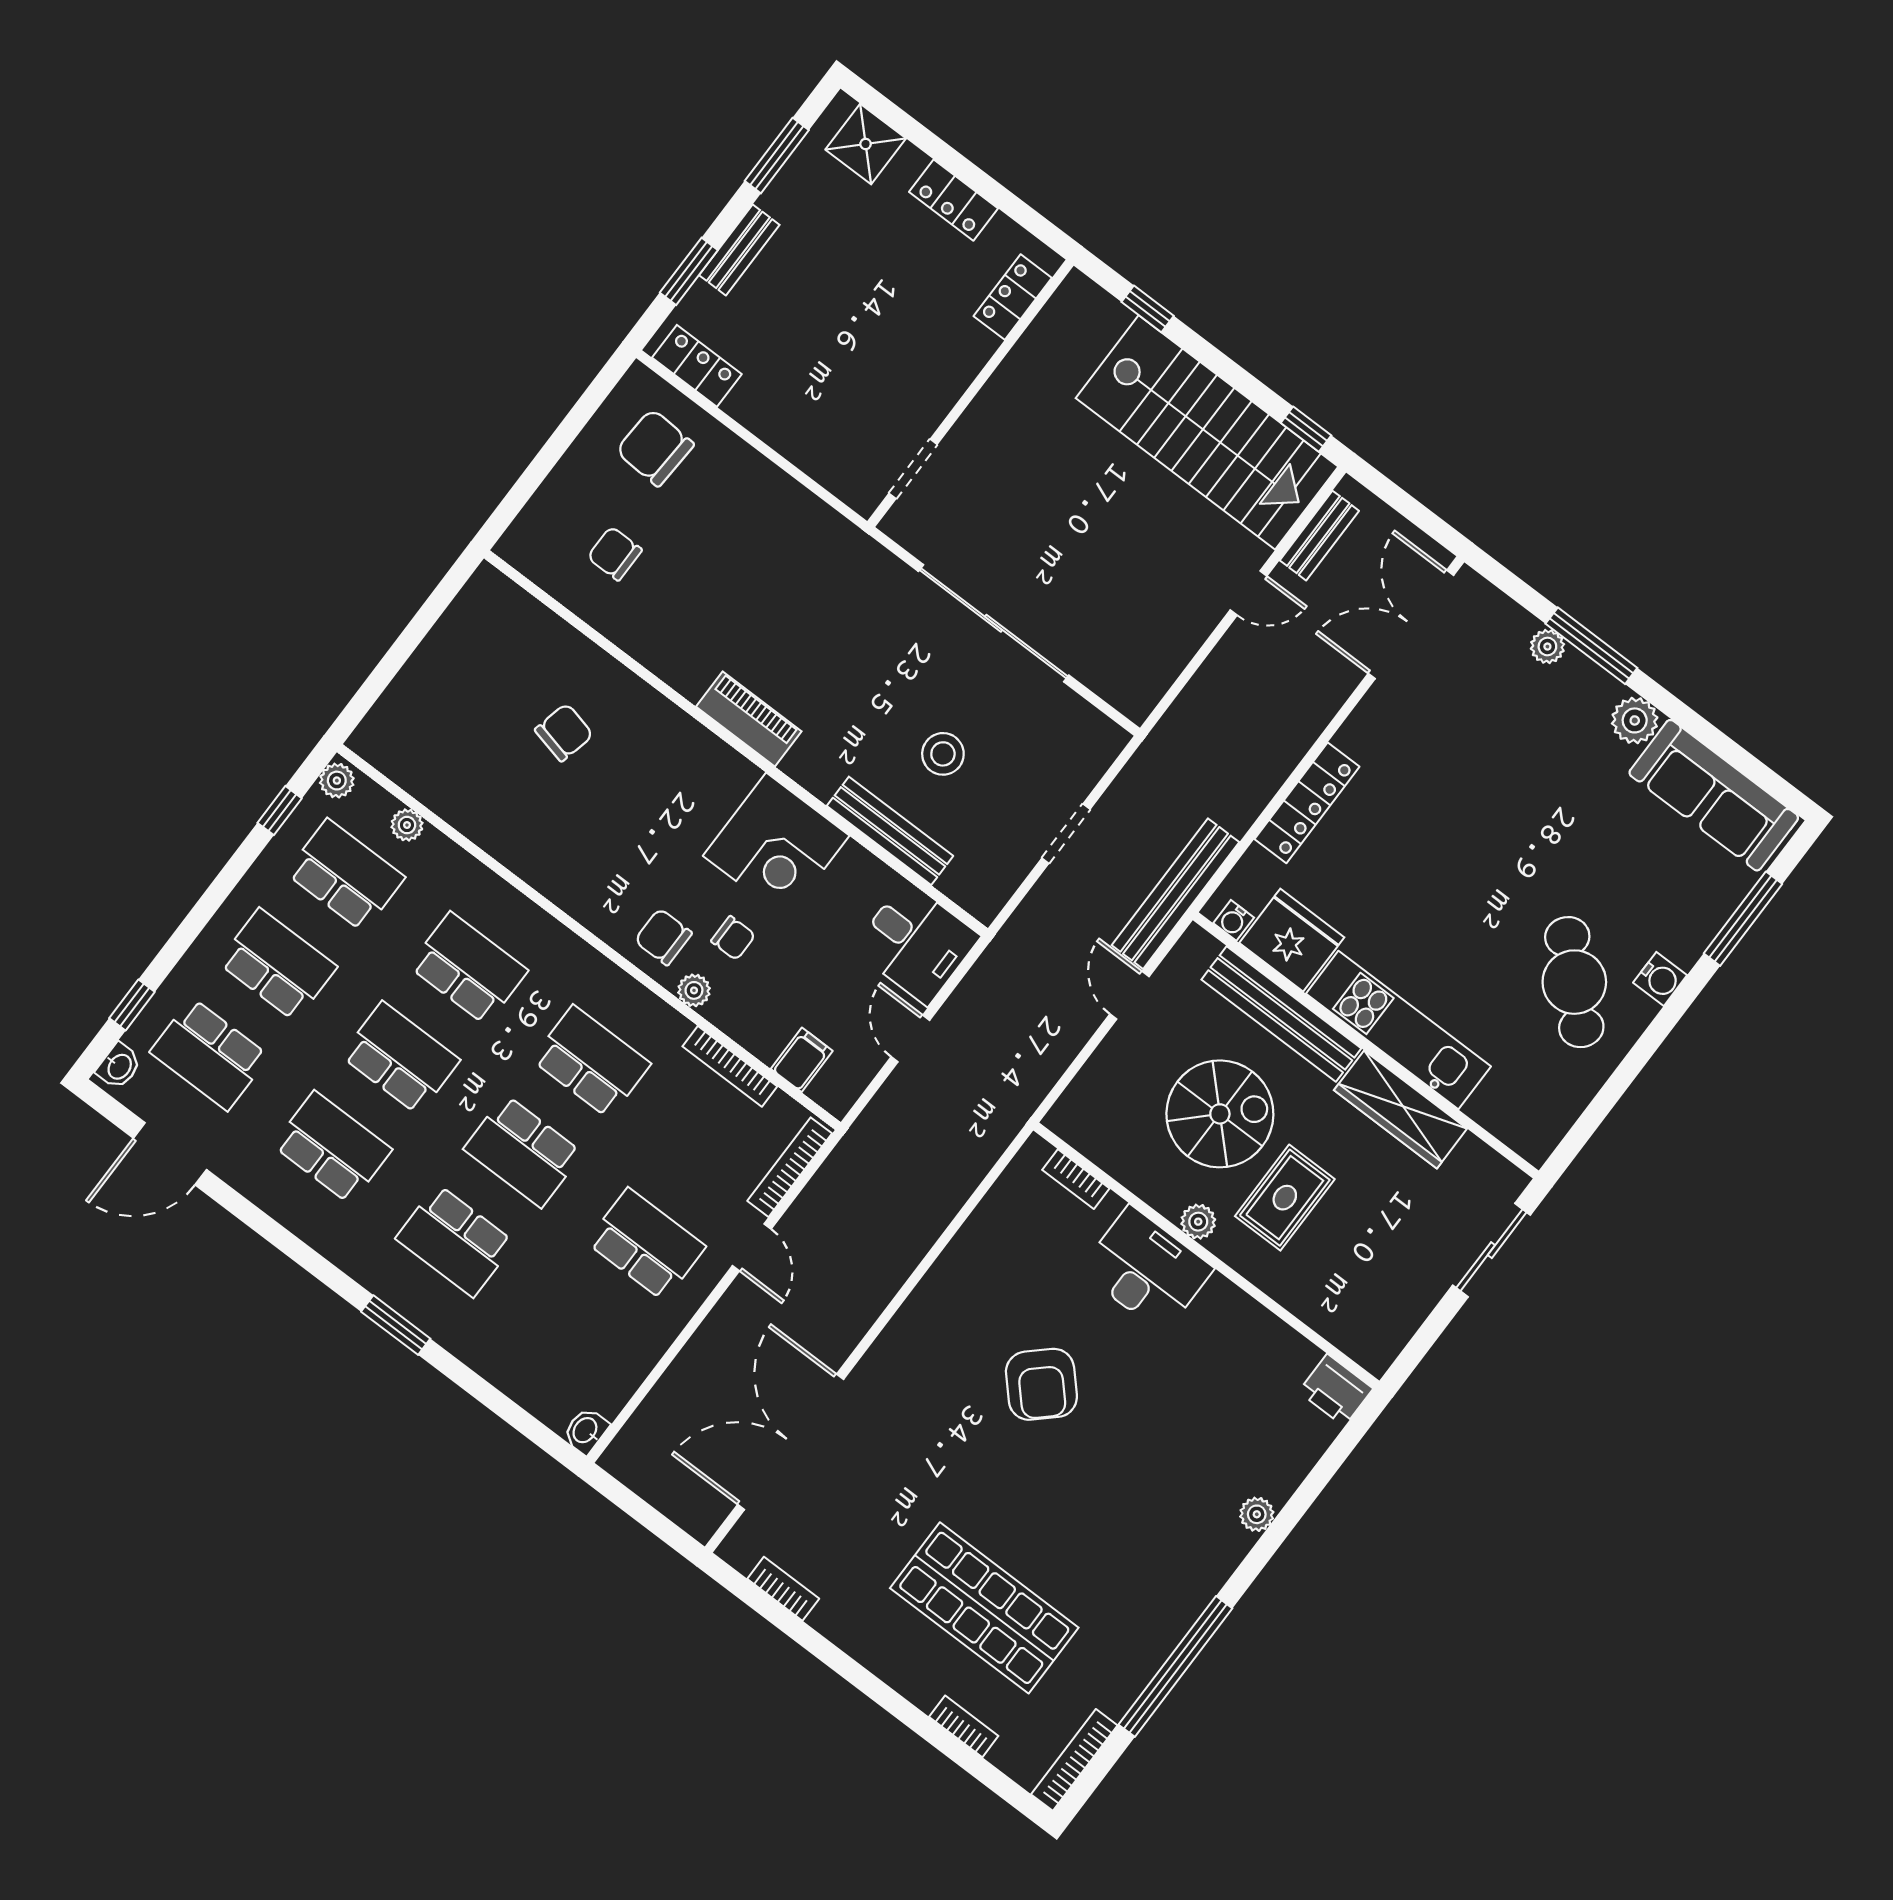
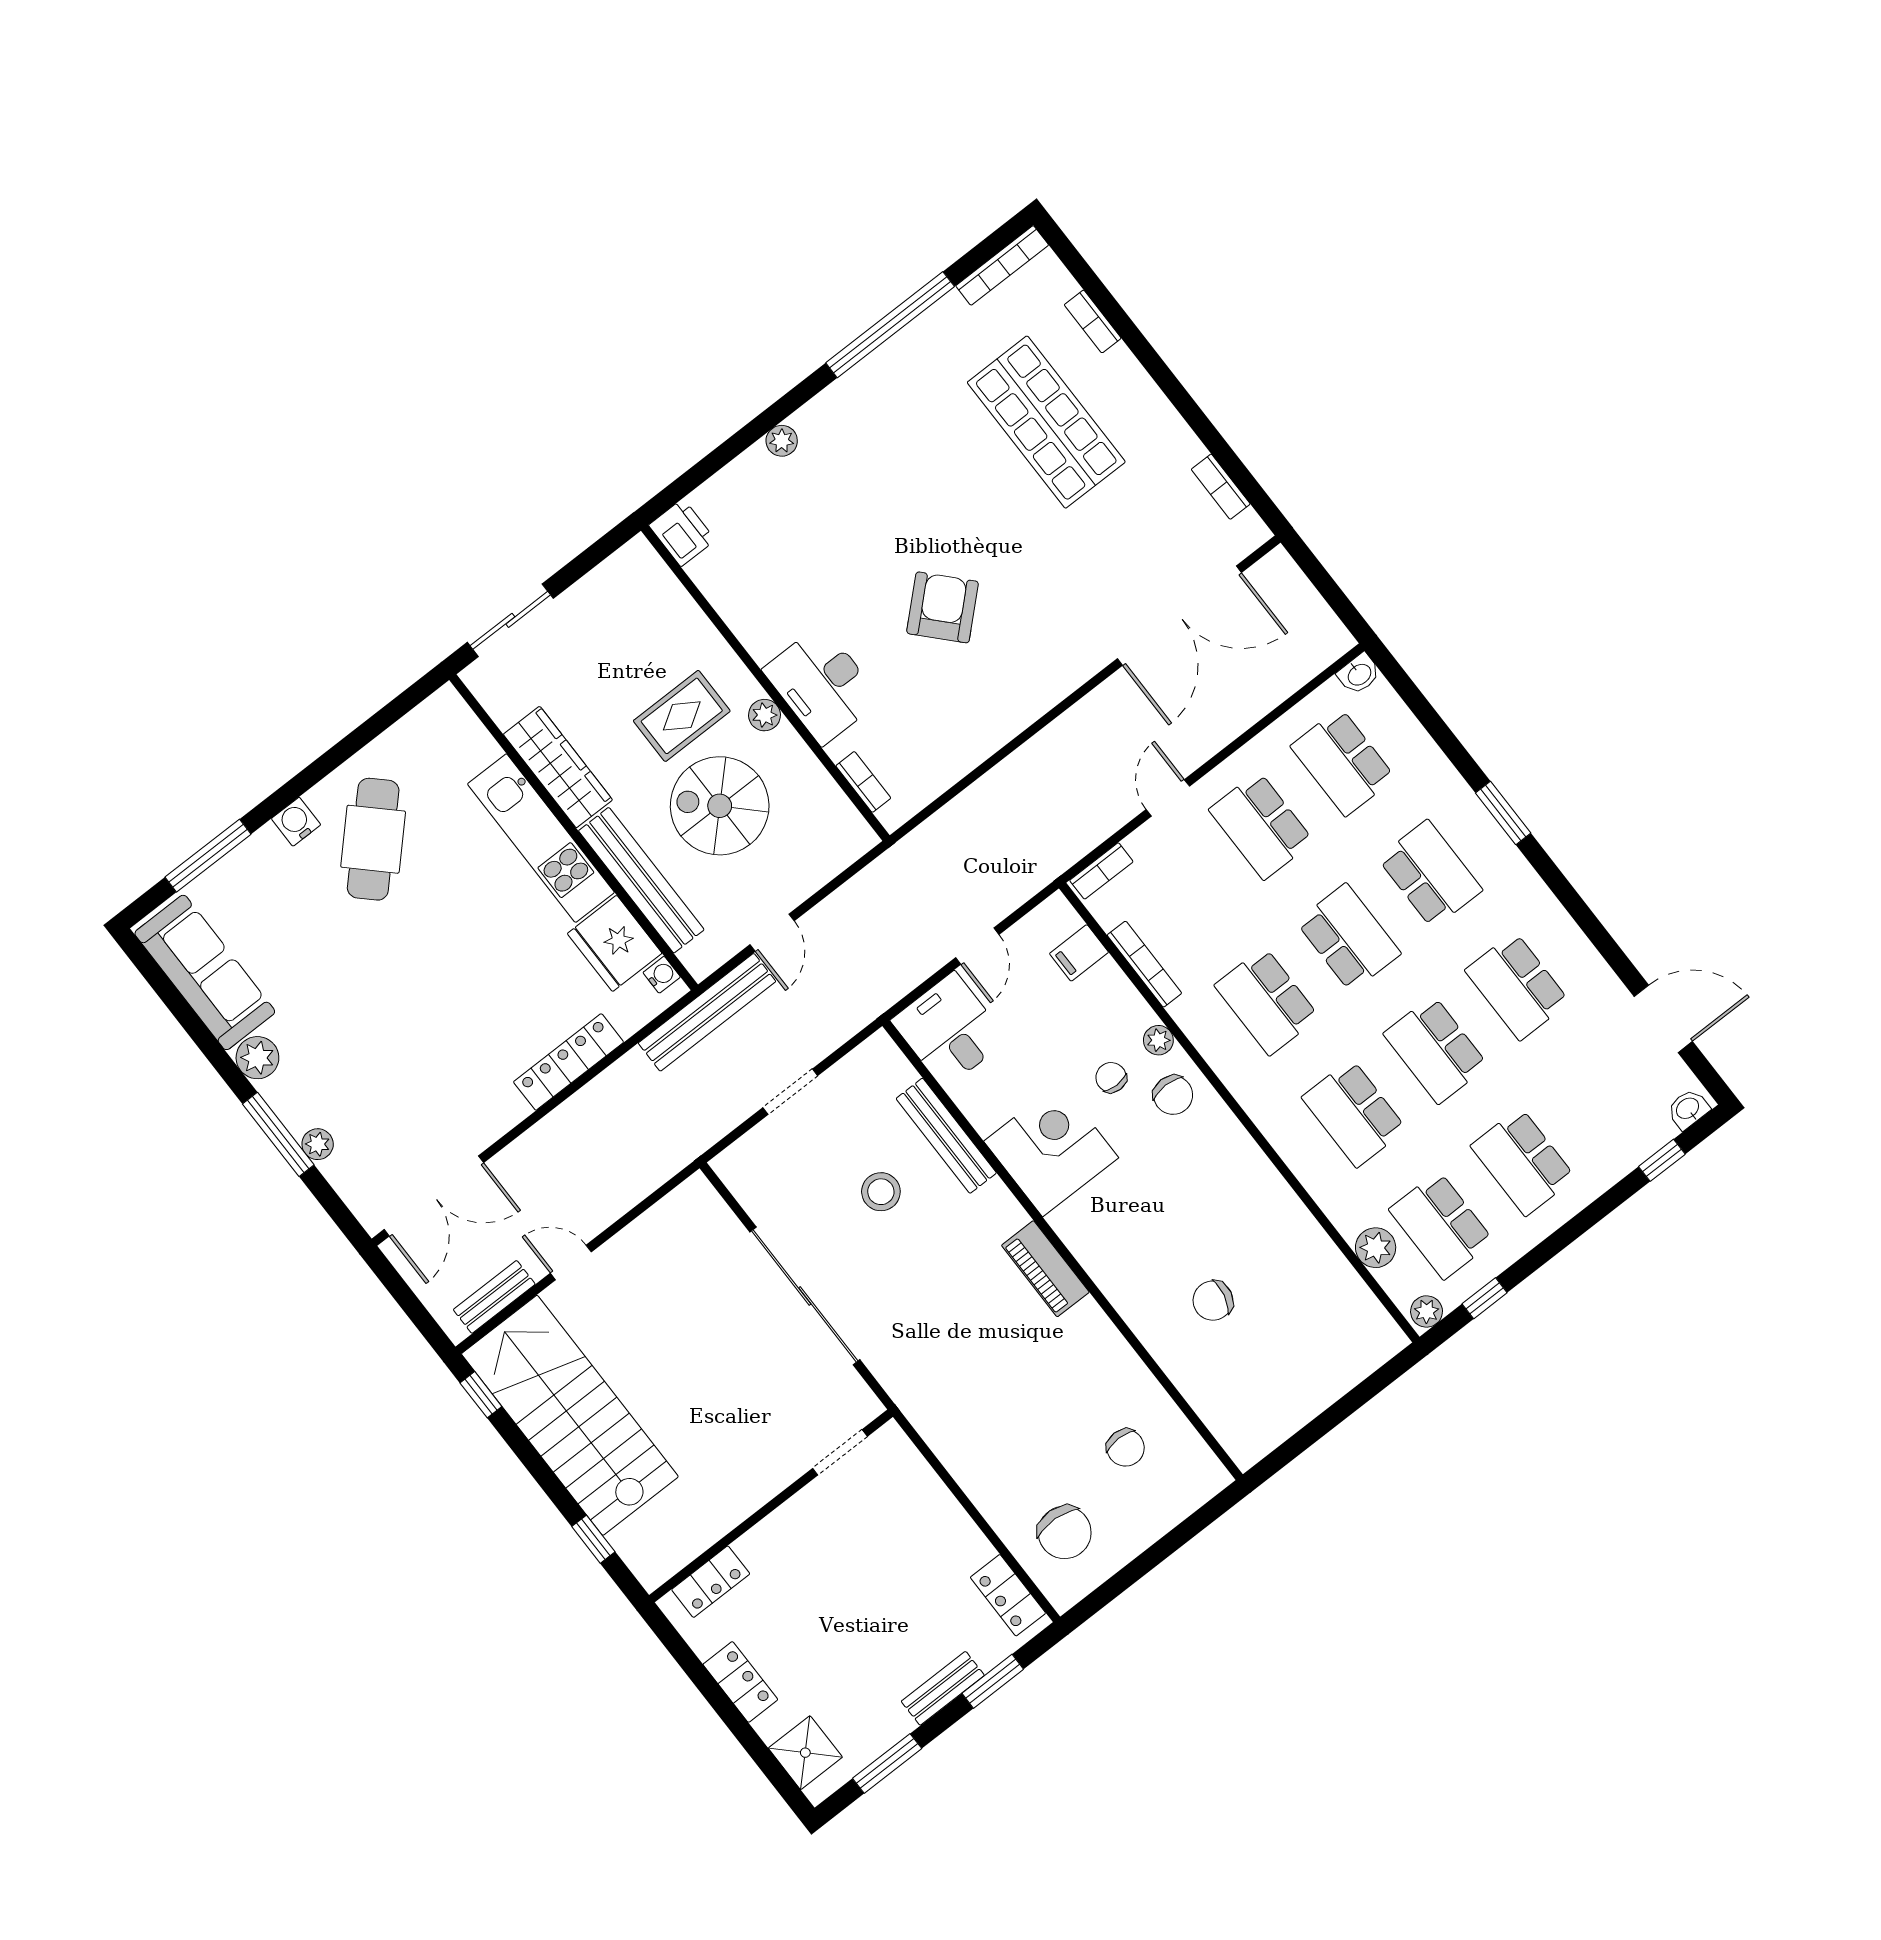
plant: (407, 825) -> (1376, 1248), width x1.38, depth x1.38
school desk: (210, 1054) -> (1343, 762), moved, turned 180
bookcase: (790, 1167) -> (1101, 871), width x0.64

